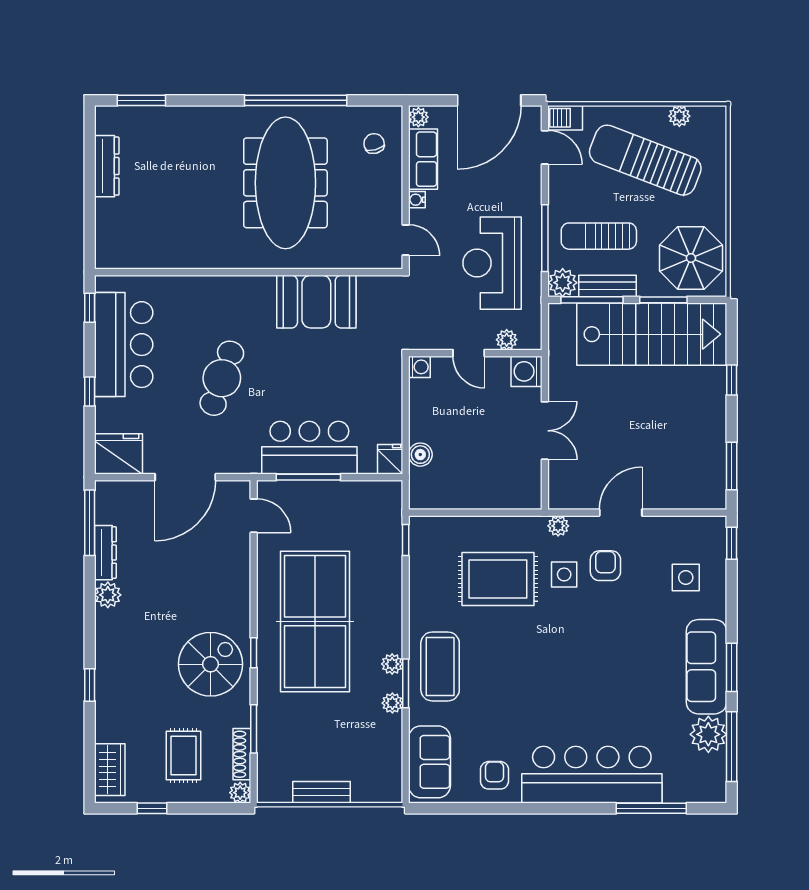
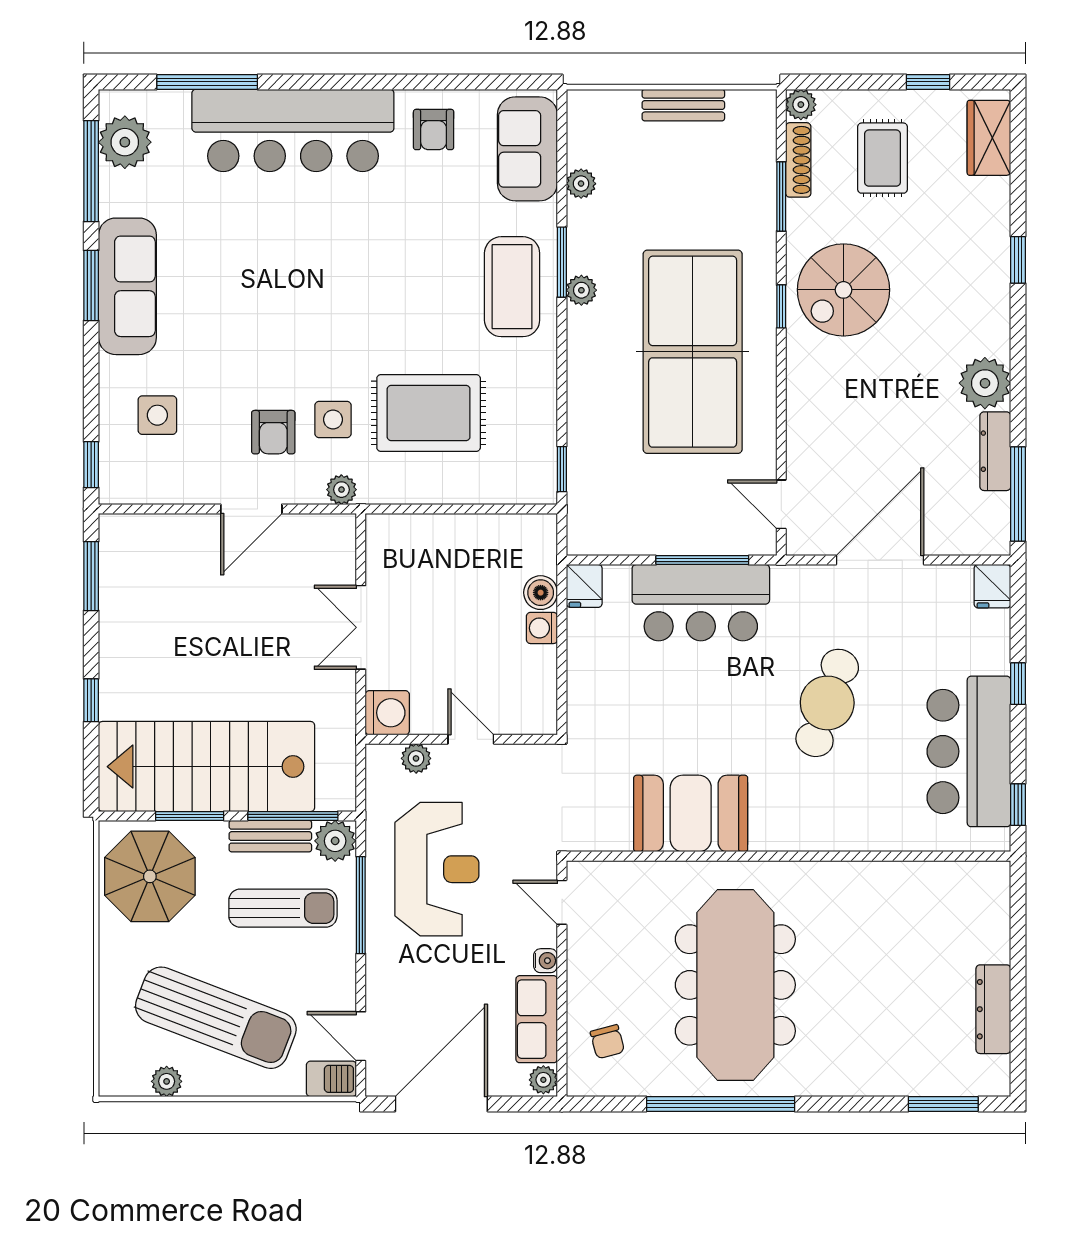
washing machine: (419, 367) -> (542, 628), moved
fridge: (119, 454) -> (992, 586), width x0.53, depth x0.75
plant: (108, 595) -> (985, 383), width x1.36, depth x1.36
plant: (392, 703) -> (581, 184), moved
plant: (708, 734) -> (125, 142), moved

